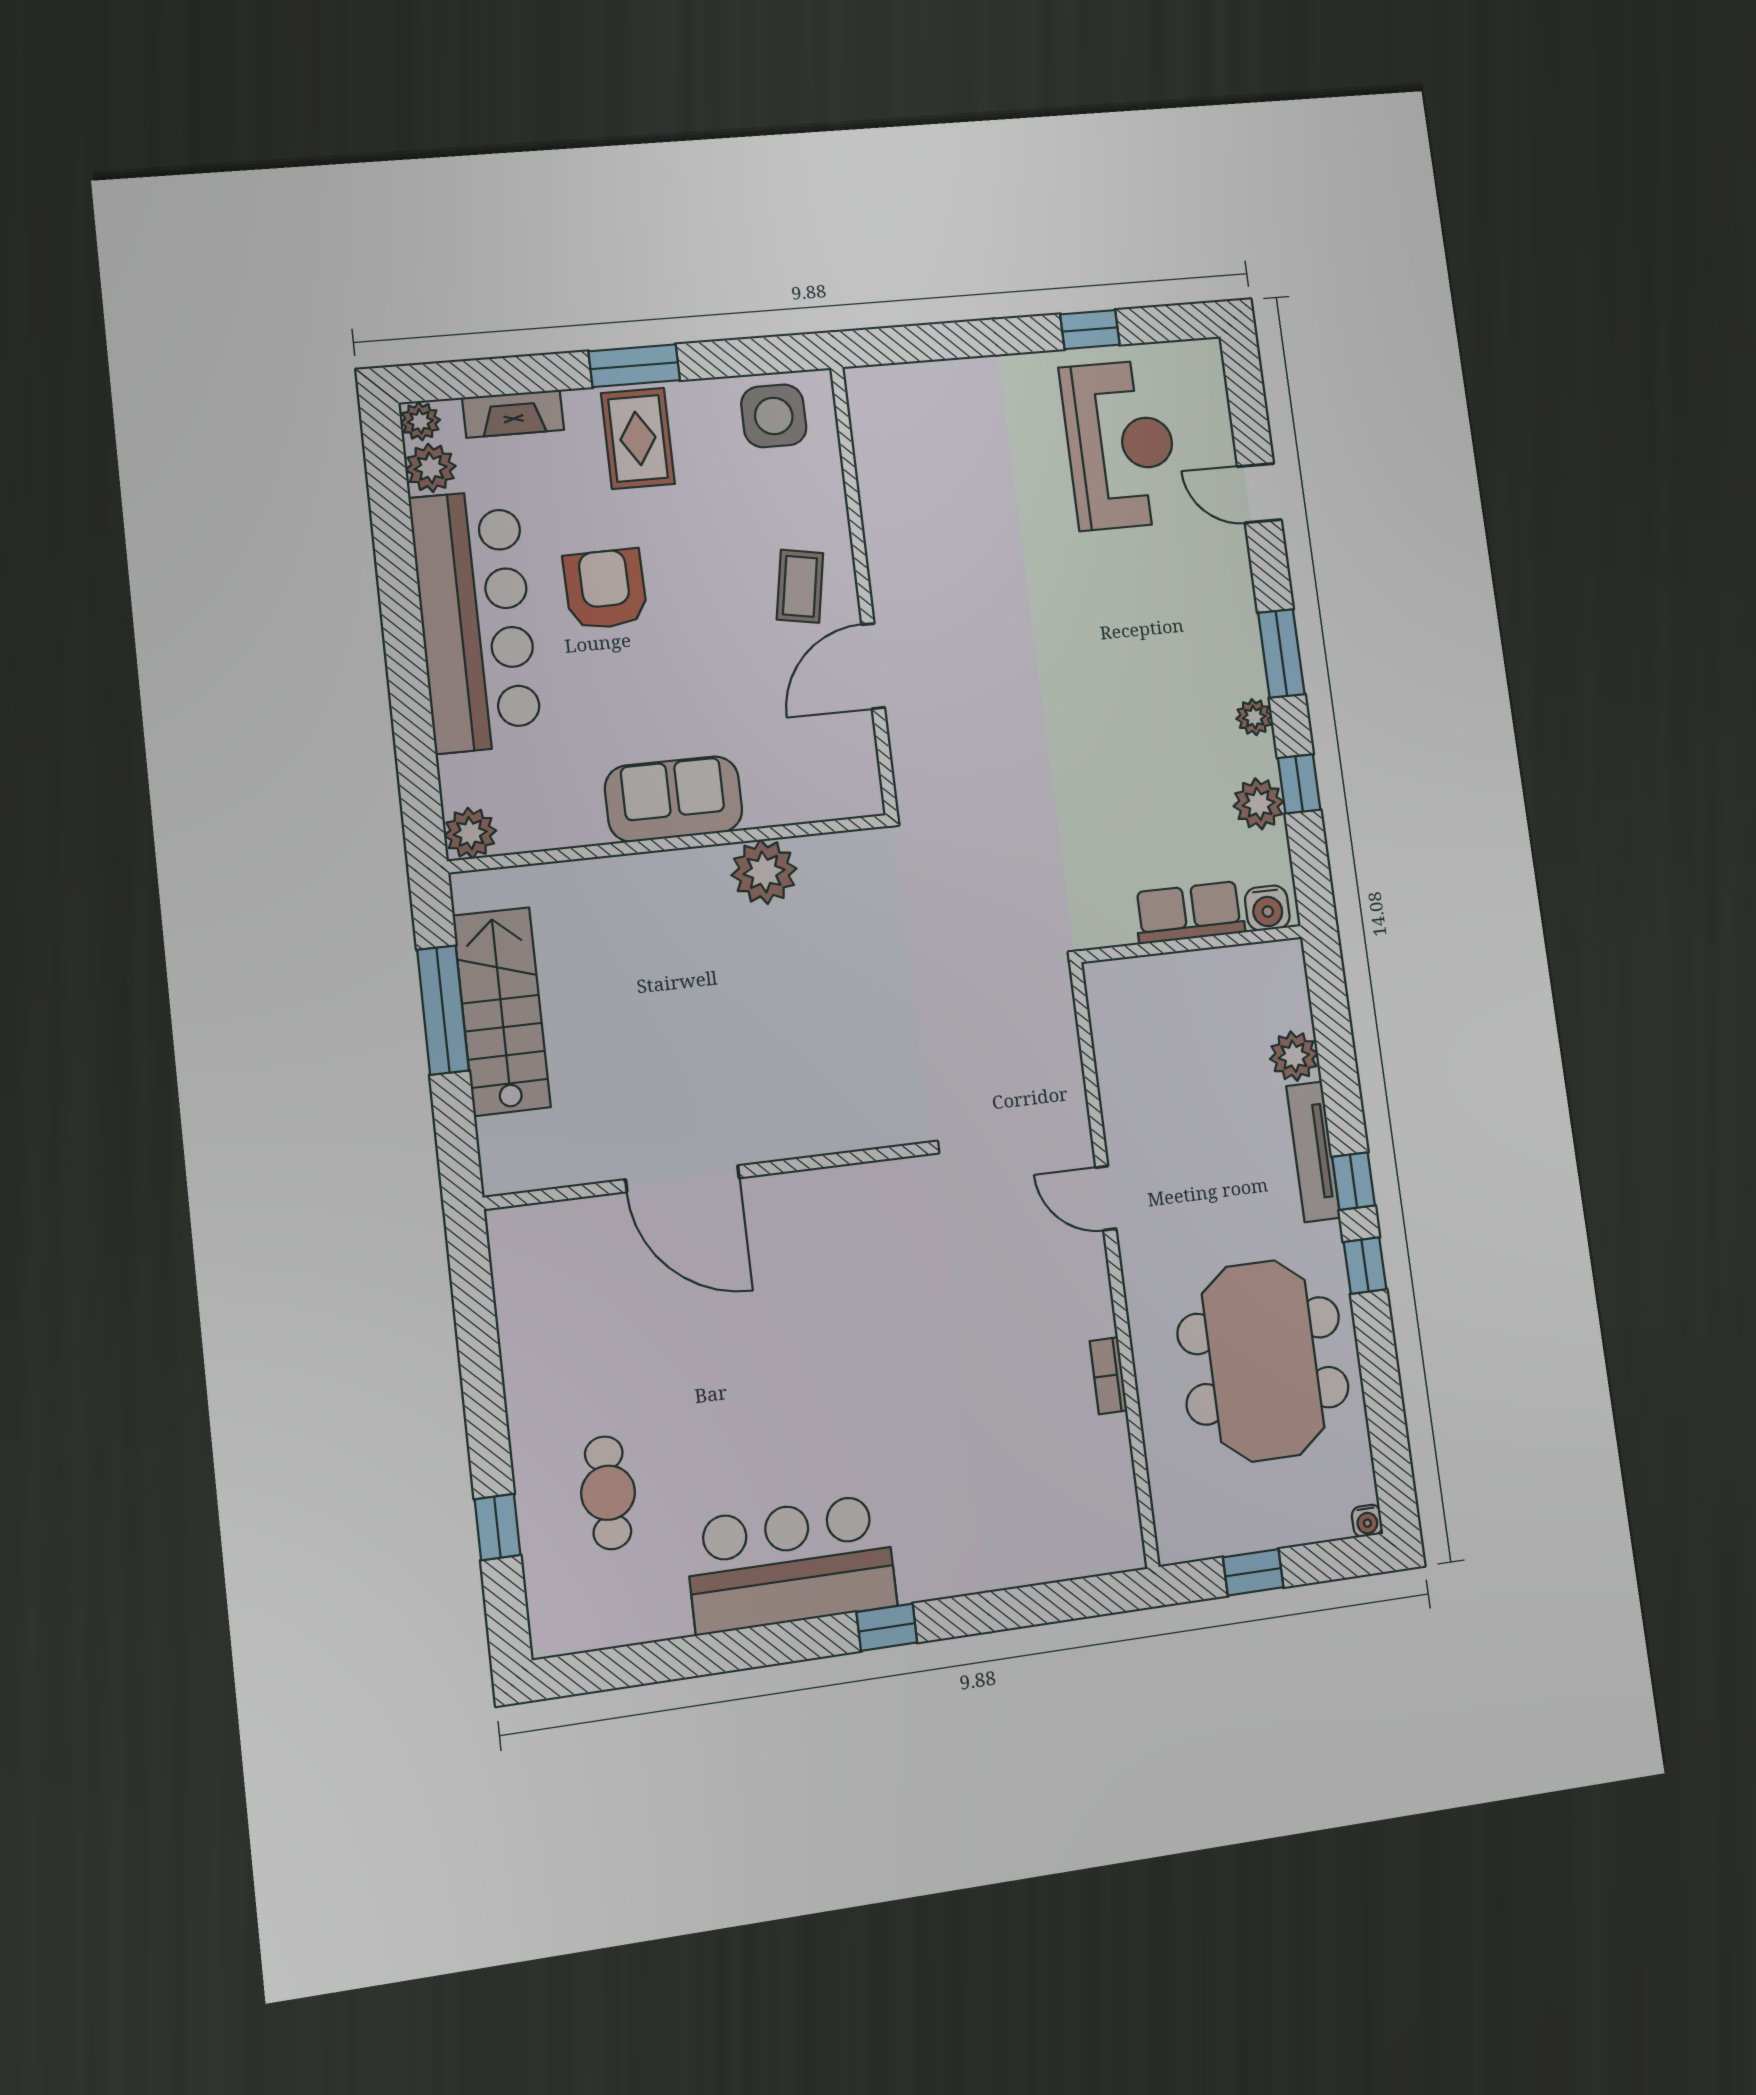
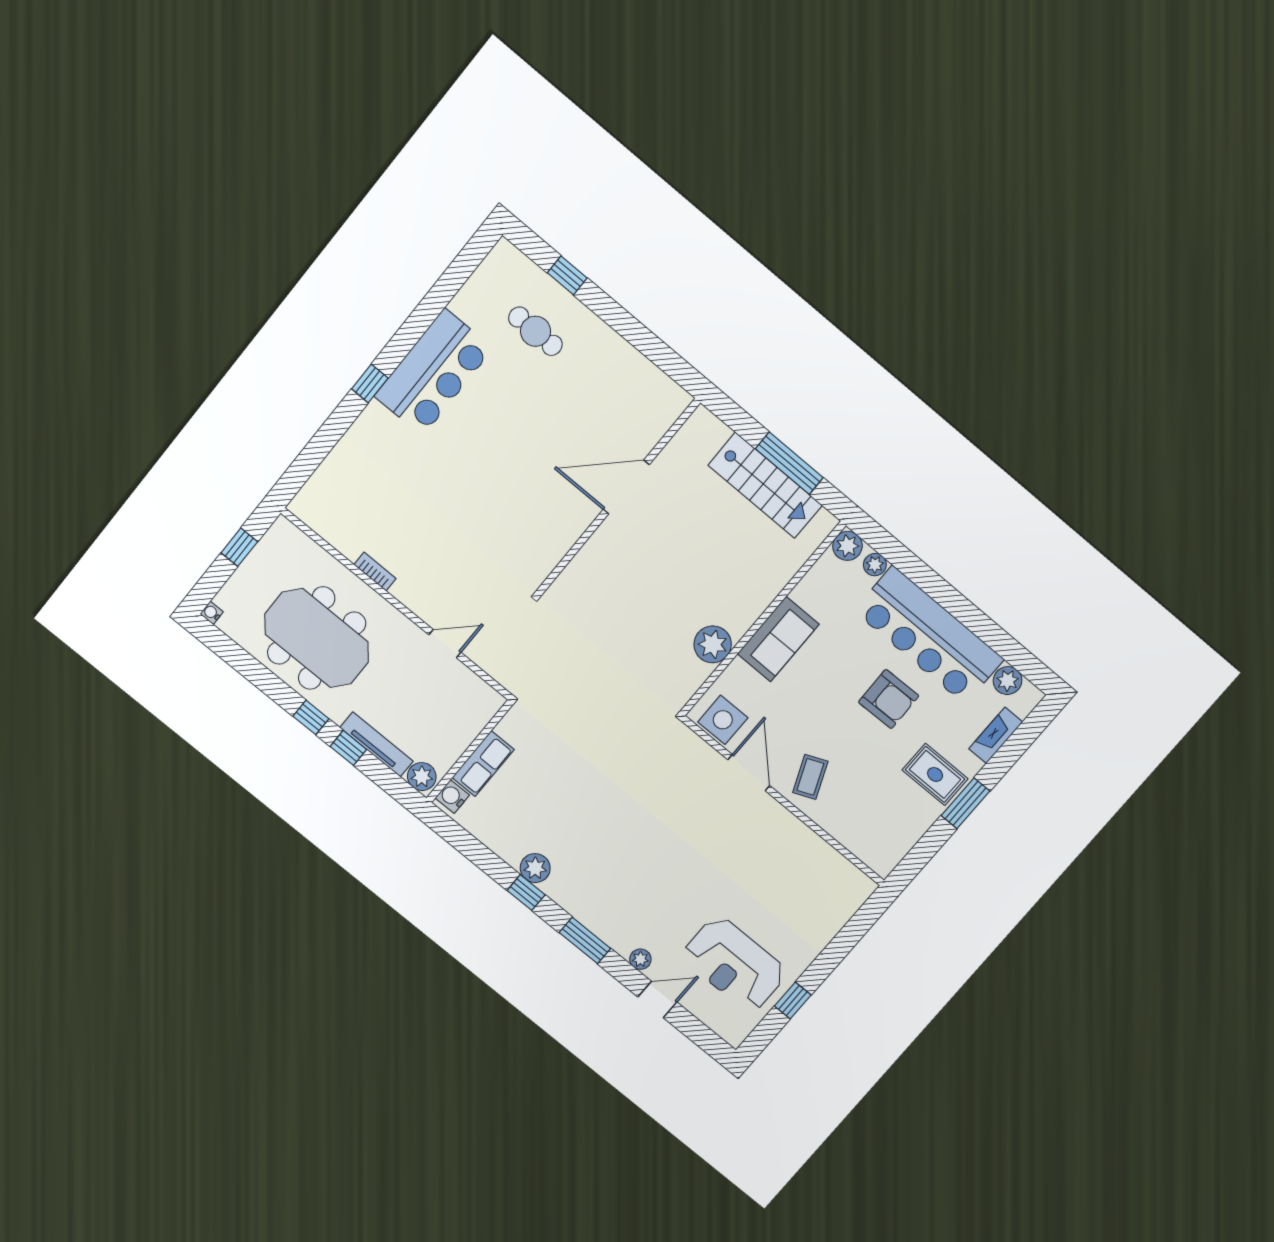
side table: (774, 416) -> (723, 720), moved
plant: (420, 421) -> (875, 565), moved
coffee table: (800, 586) -> (810, 777), turned 57
plant: (1254, 717) -> (640, 959), moved
water cooler: (1267, 908) -> (452, 796), moved
row of seats: (1189, 913) -> (483, 763), moved
wall: (1192, 944) -> (470, 751), moved

